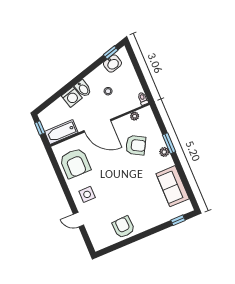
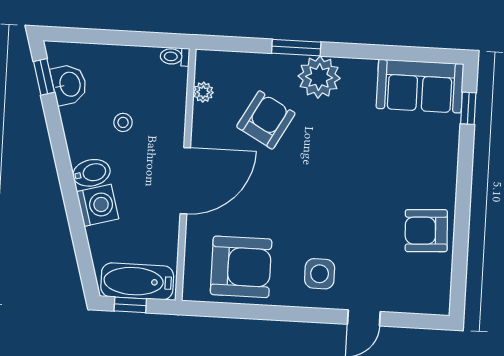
bathtub: (61, 132) -> (137, 281), moved, turned 90
plant: (164, 152) -> (319, 77), width x1.87, depth x1.87
sofa: (173, 186) -> (420, 86), moved

